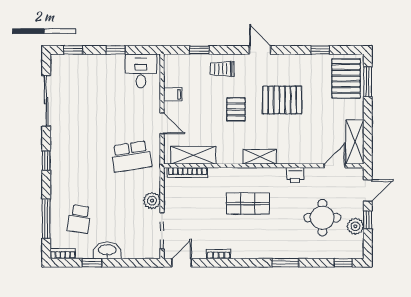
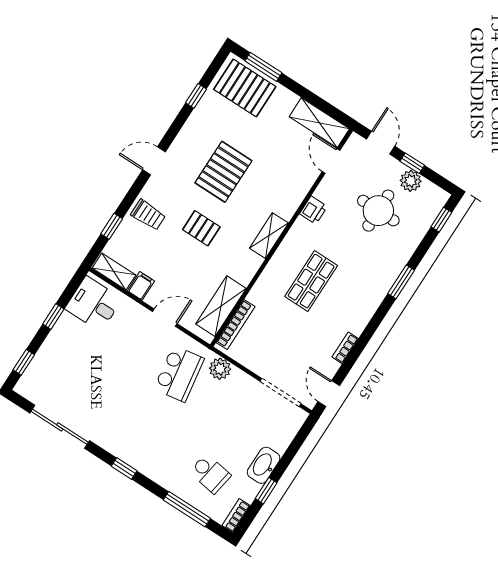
trolley: (222, 69) -> (148, 215), turned -90
shelving: (171, 71) -> (114, 272), added
plant: (152, 201) -> (220, 369), moved

